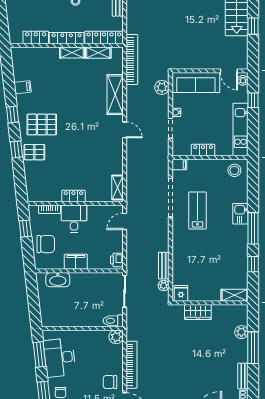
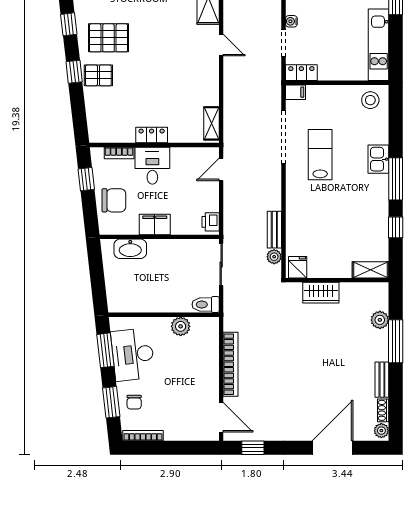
locker: (203, 150) -> (301, 73), moved
plant: (116, 337) -> (181, 326), moved
chair: (110, 382) -> (201, 388), removed

